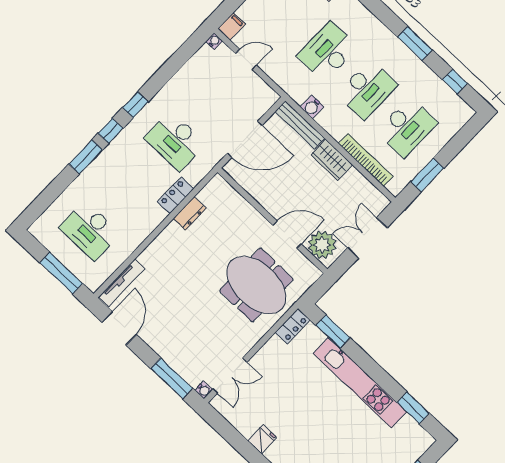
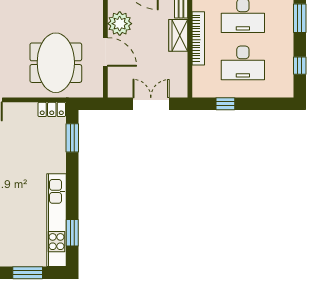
bookcase: (366, 160) -> (198, 38), moved
window: (427, 175) -> (225, 104), width x0.67
plant: (322, 245) -> (120, 24), moved
kitchen unit: (360, 383) -> (56, 220), moved

